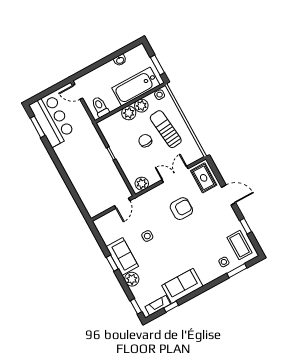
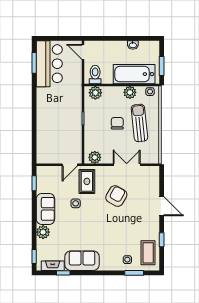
plant: (129, 113) -> (95, 93), moved
rug: (204, 178) -> (87, 181), moved
armchair: (181, 209) -> (116, 196), turned -60
window: (112, 263) -> (34, 183), moved

